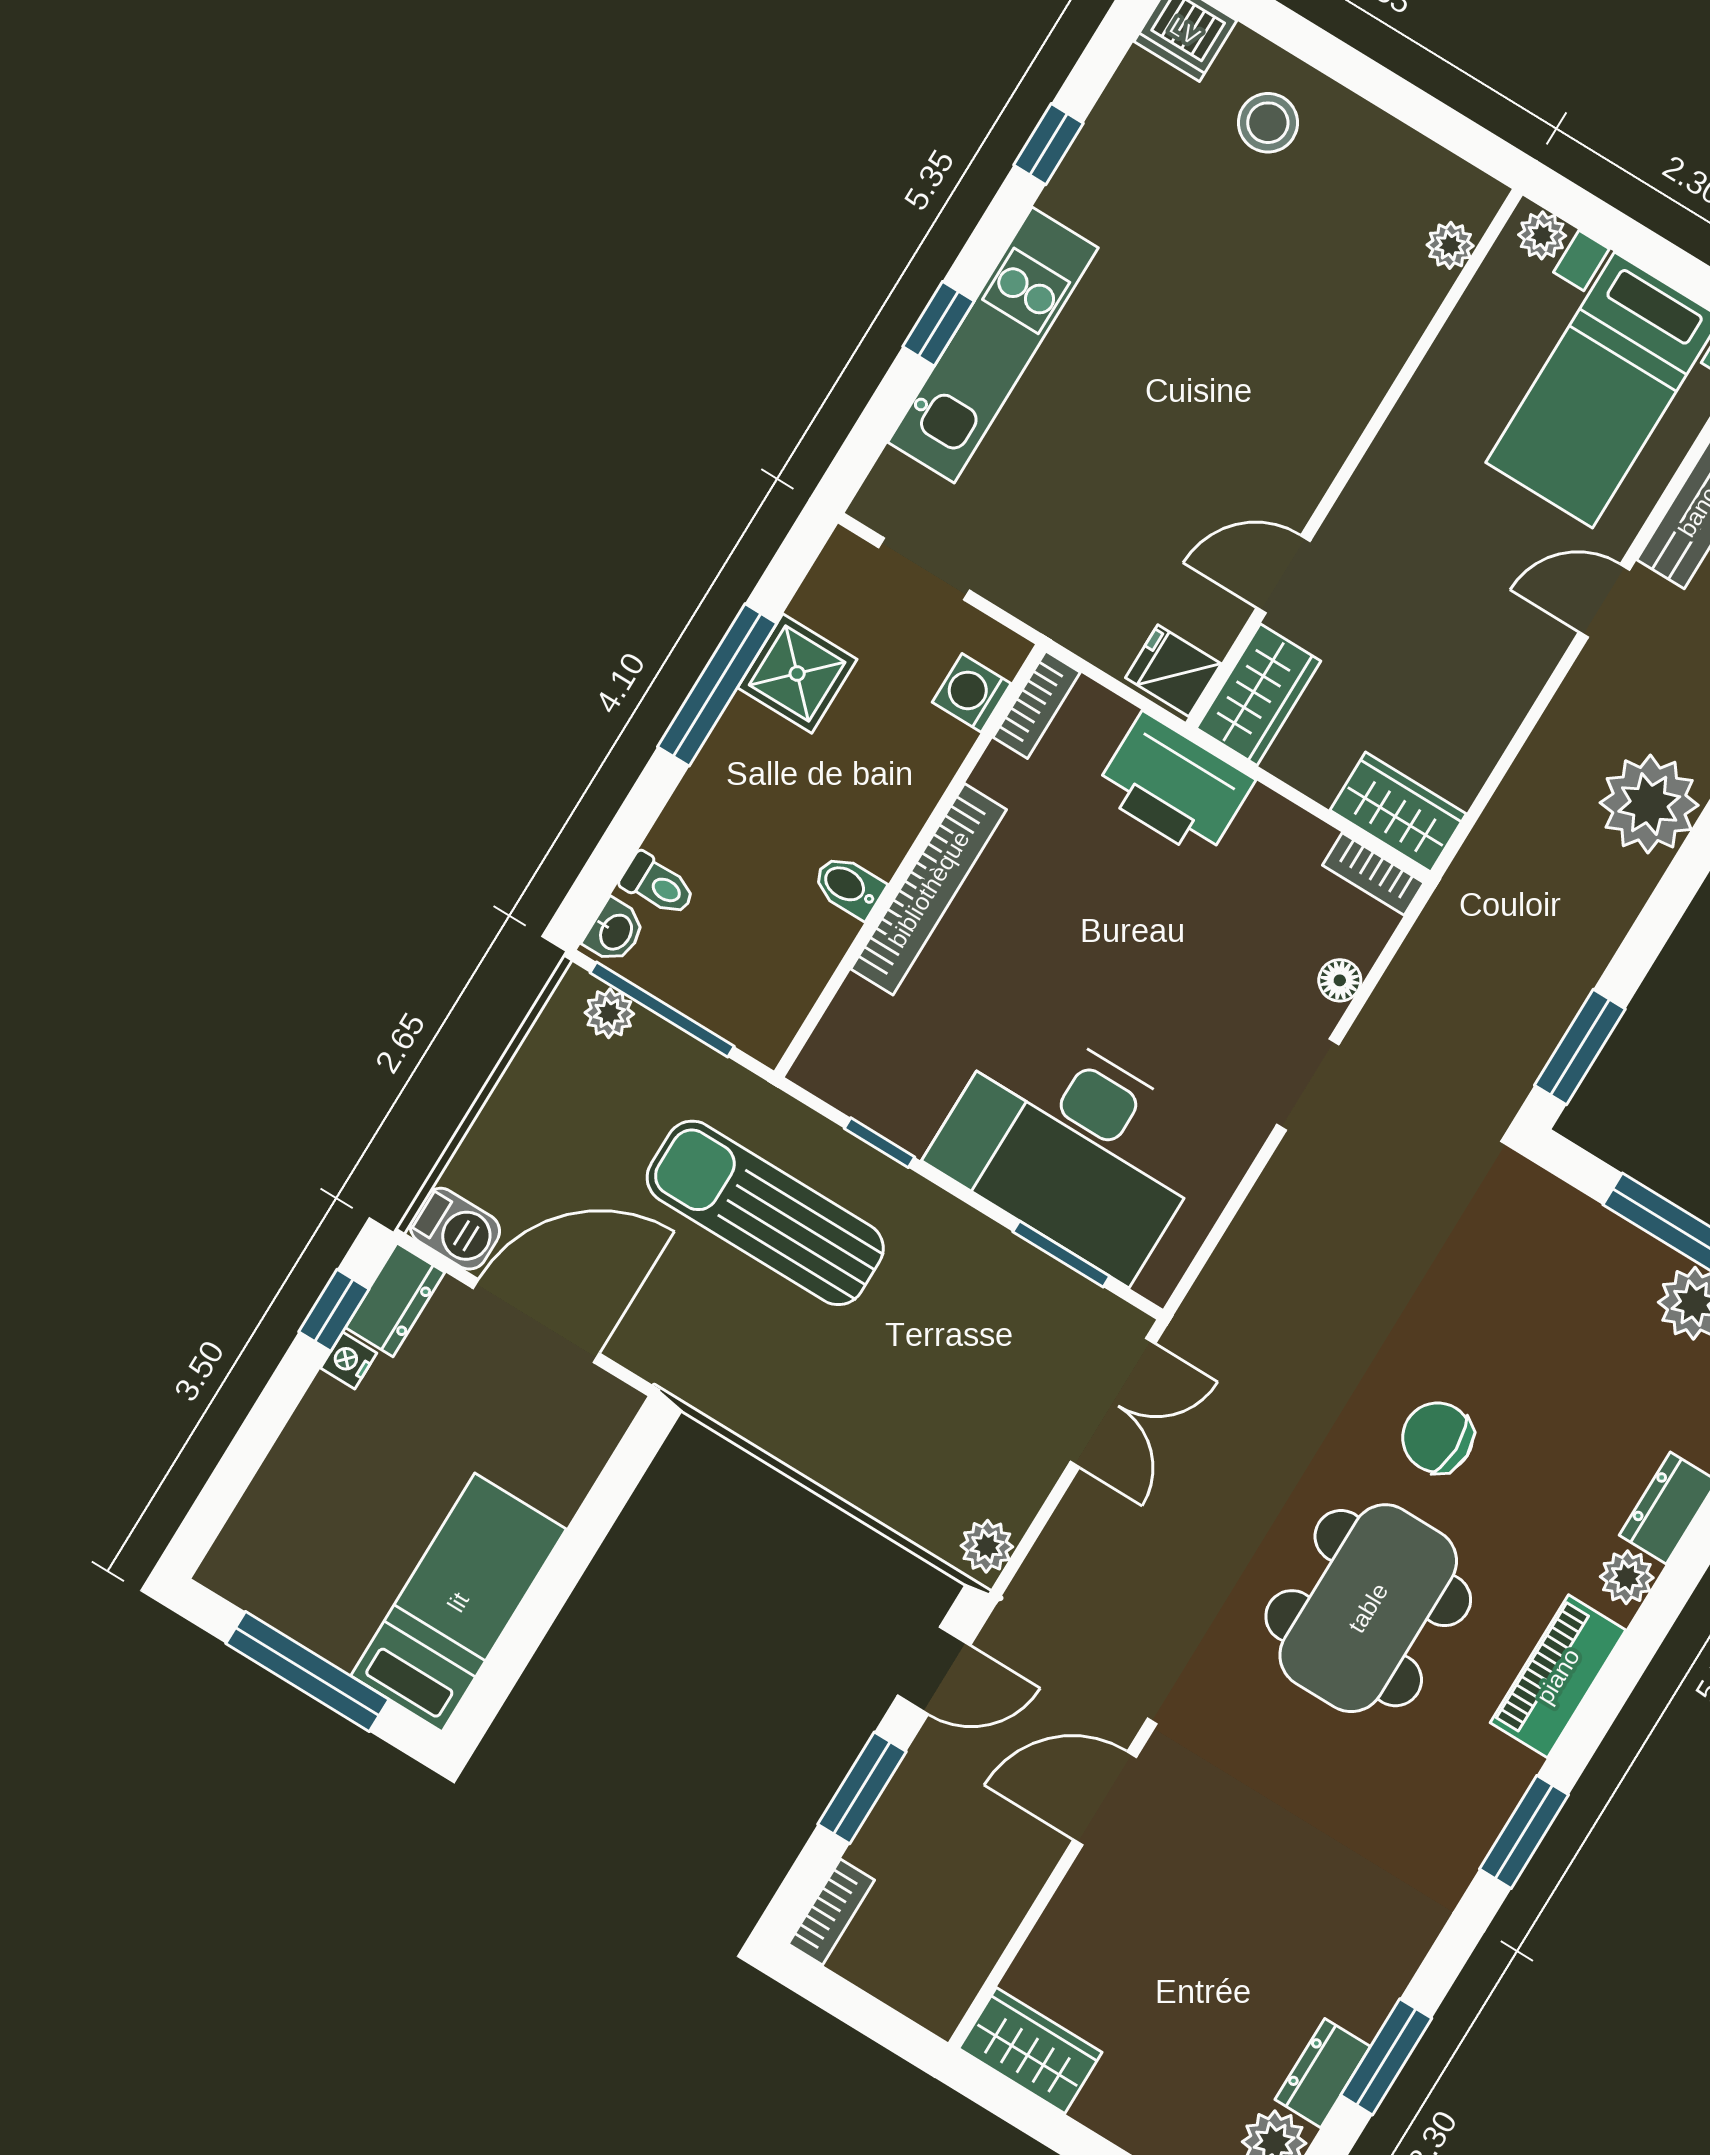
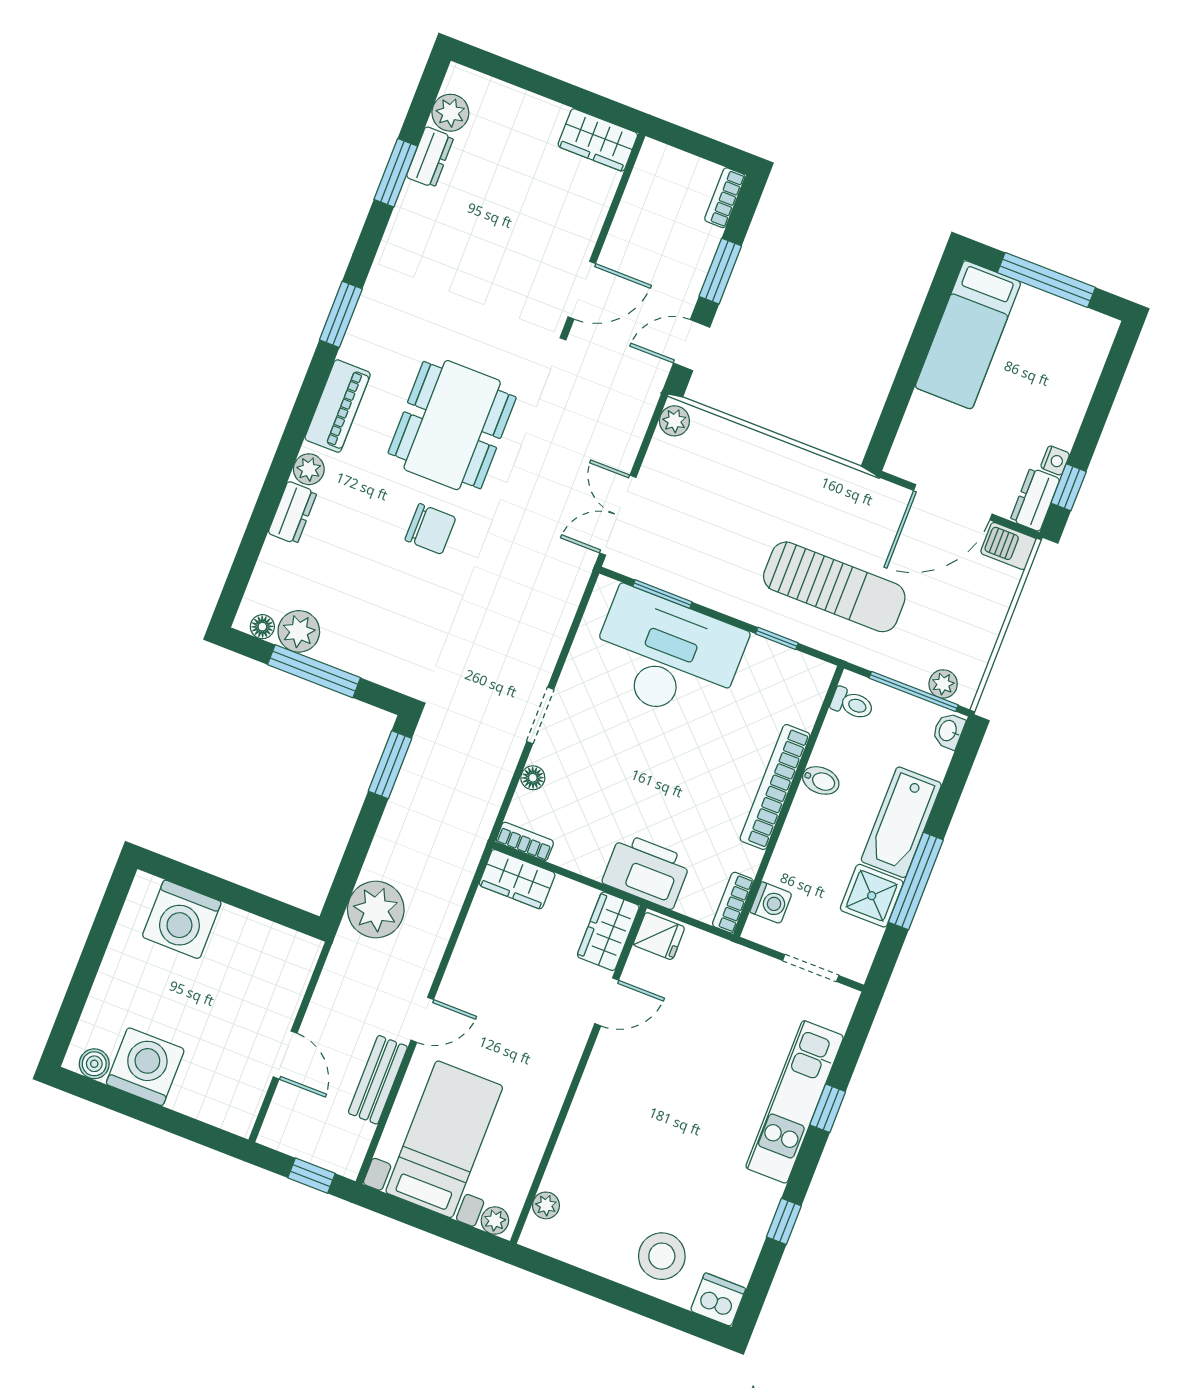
stool: (1268, 123) -> (662, 1256), width x1.38, depth x1.38
bathtub: (724, 790) -> (901, 822), added
toilet: (658, 885) -> (852, 704), moved, turned 180

